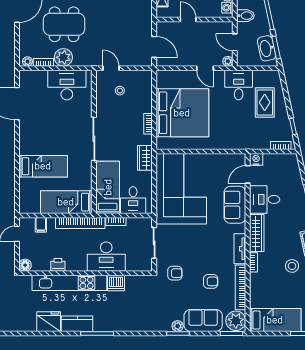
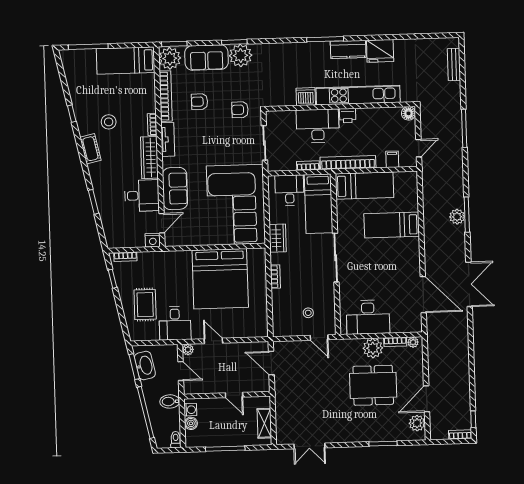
bed: (182, 113) -> (220, 279), moved, turned -90
printer: (58, 265) -> (348, 116), moved
plant: (178, 326) -> (241, 55), width x1.88, depth x1.88

